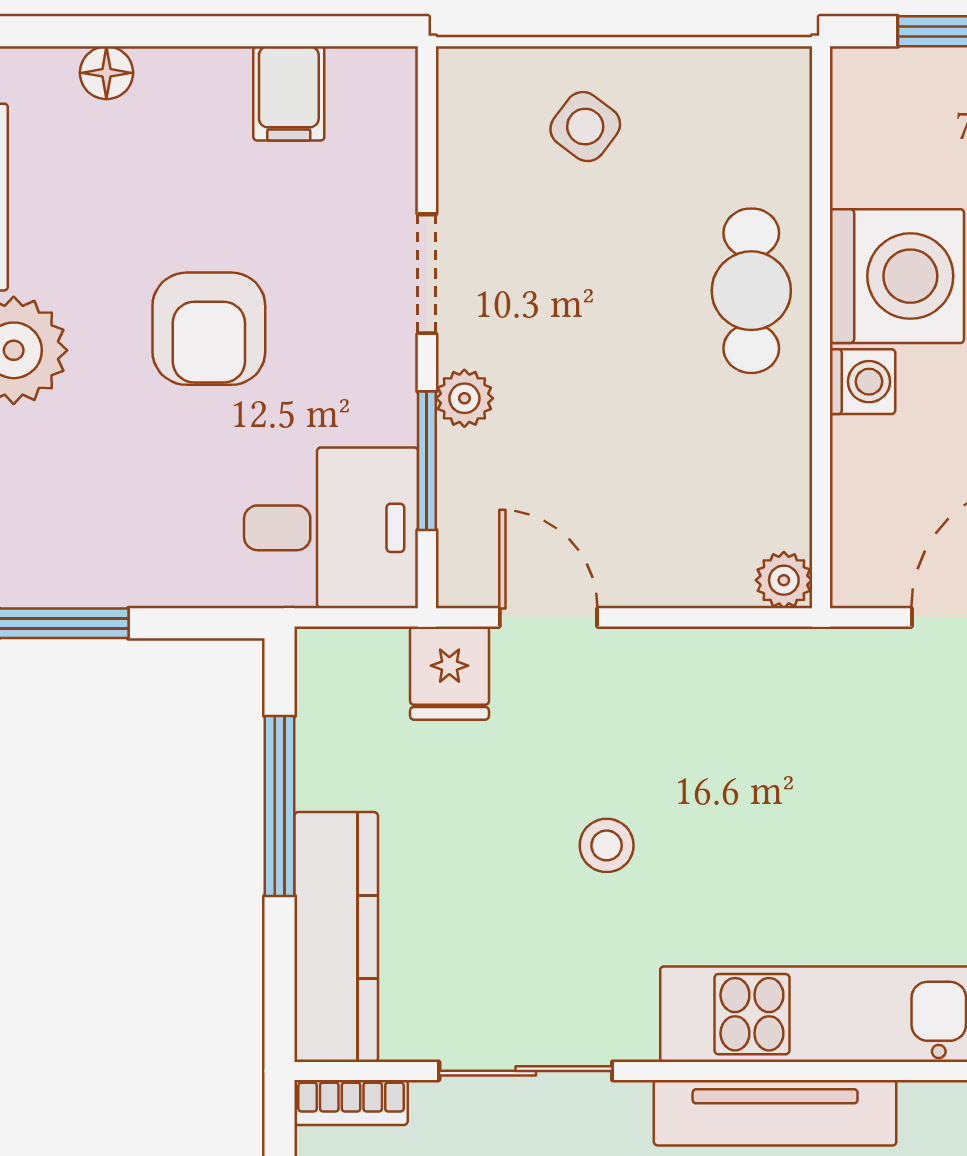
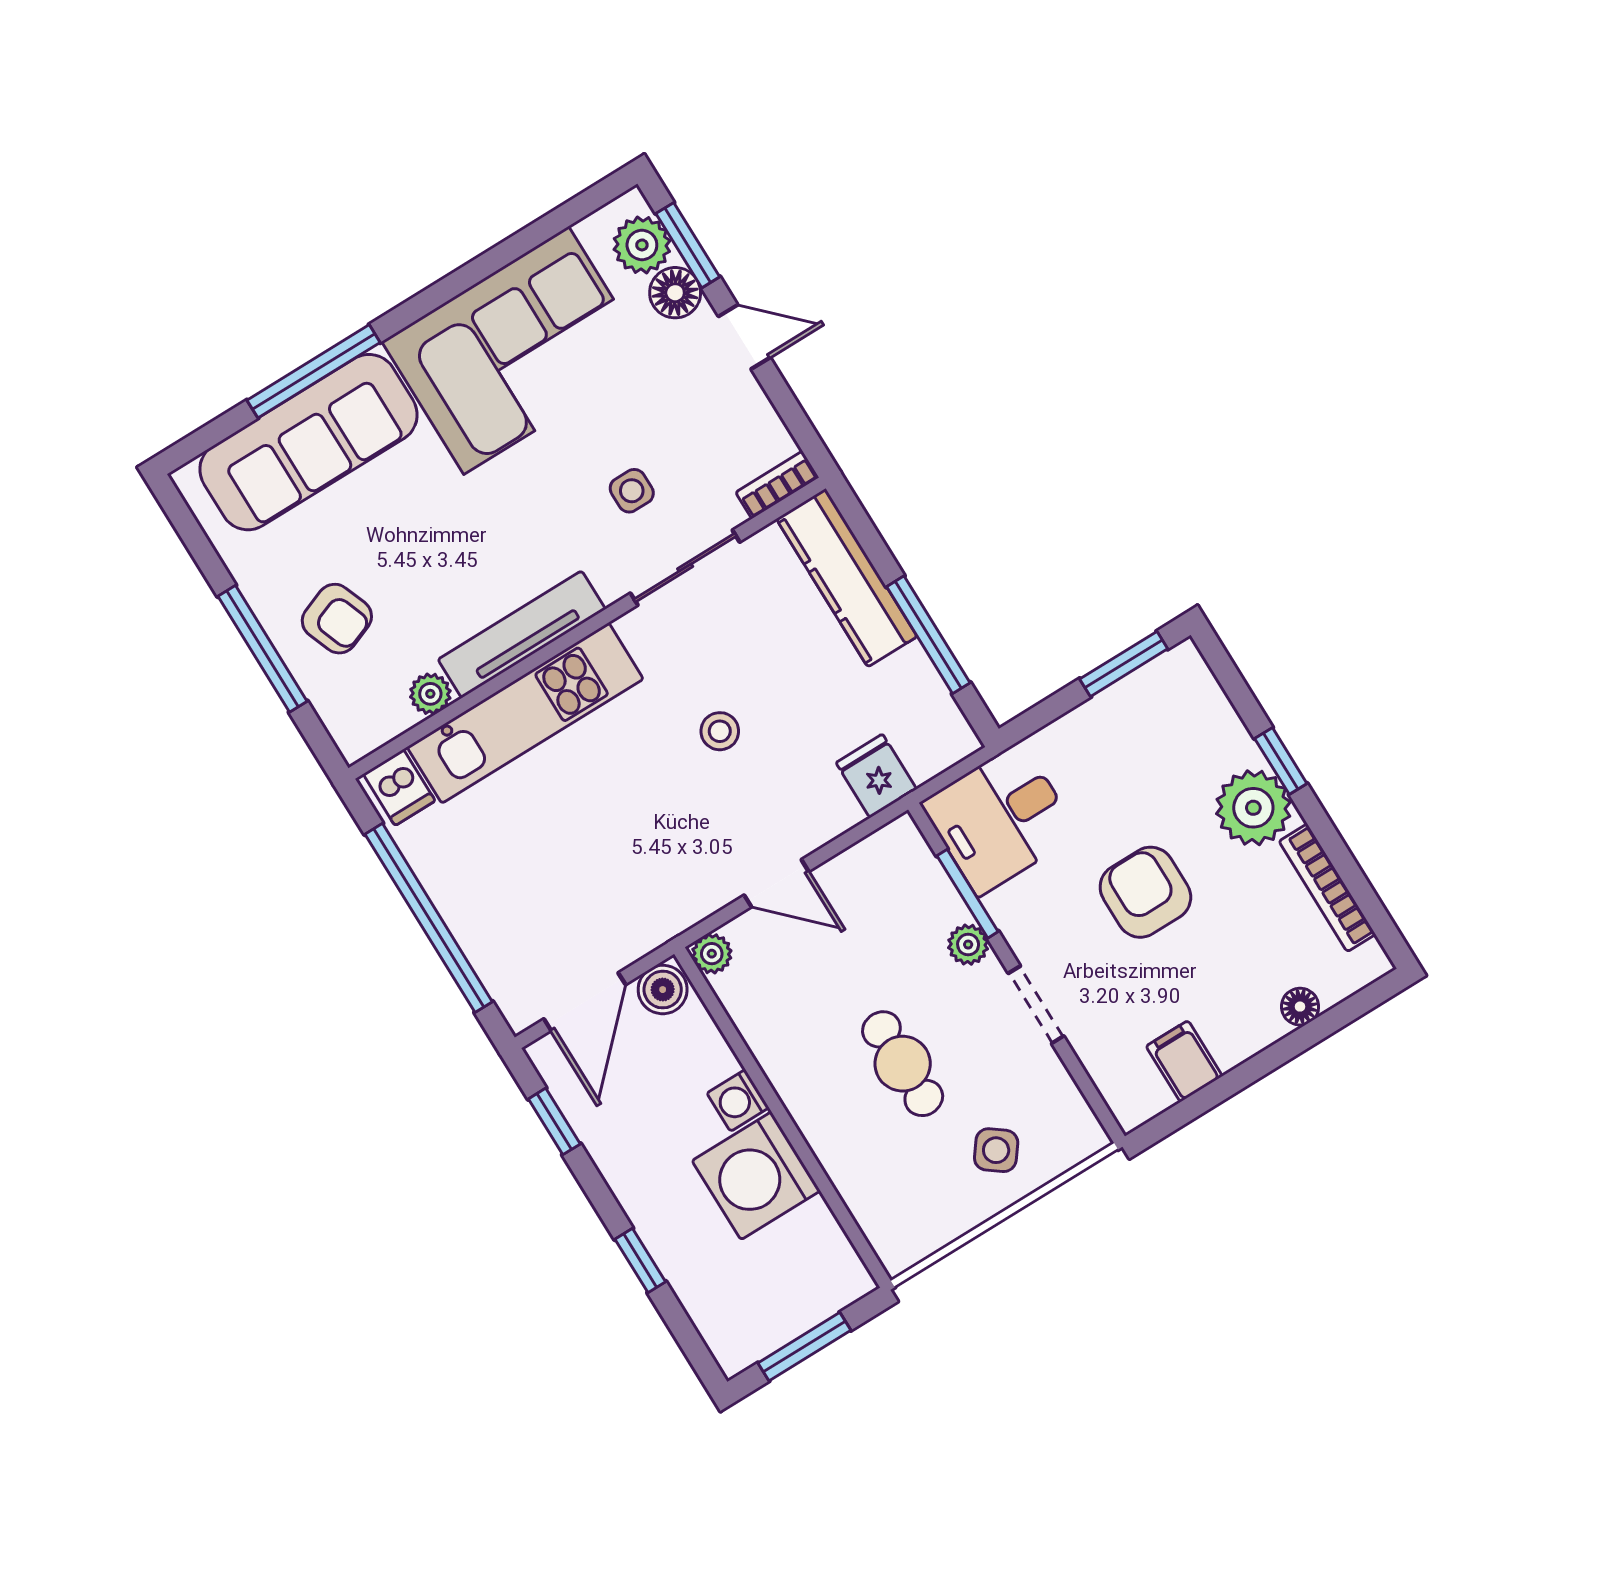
cafe table: (751, 291) -> (903, 1064), moved
boiler: (871, 573) -> (663, 990), added
door: (548, 617) -> (776, 883), moved
plant: (931, 1109) -> (430, 694), added

